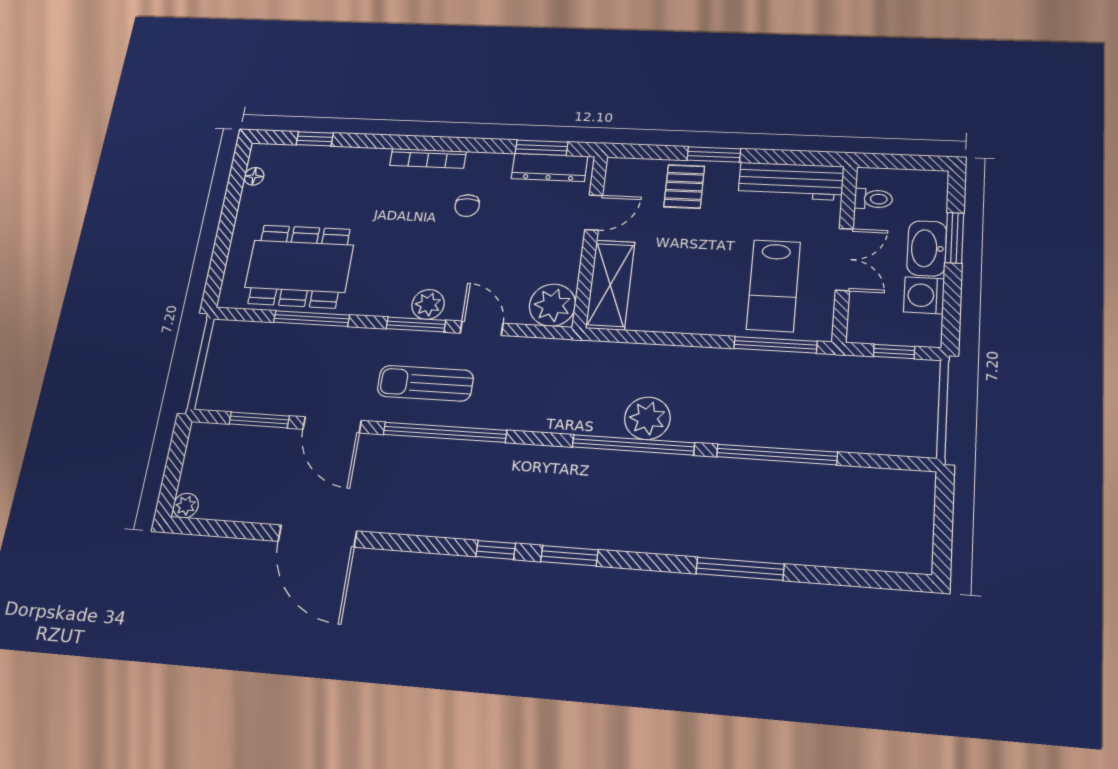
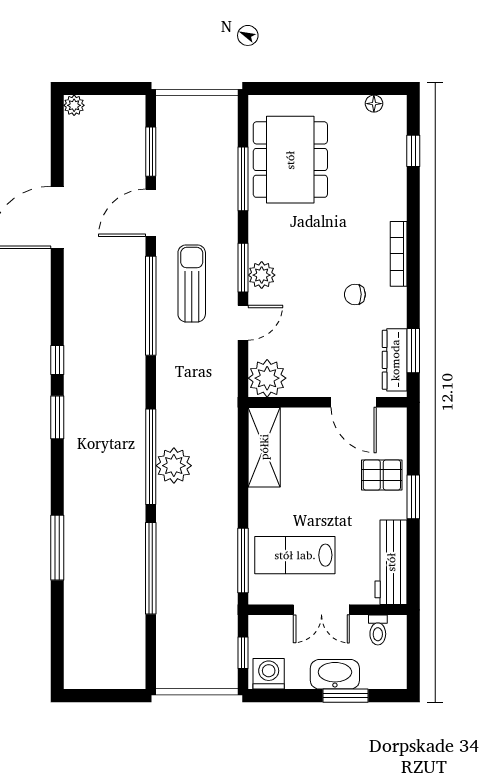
door: (594, 213) -> (354, 402), width x1.38
shelving: (610, 285) -> (264, 447), moved, turned 90
washing machine: (924, 295) -> (269, 674), moved

